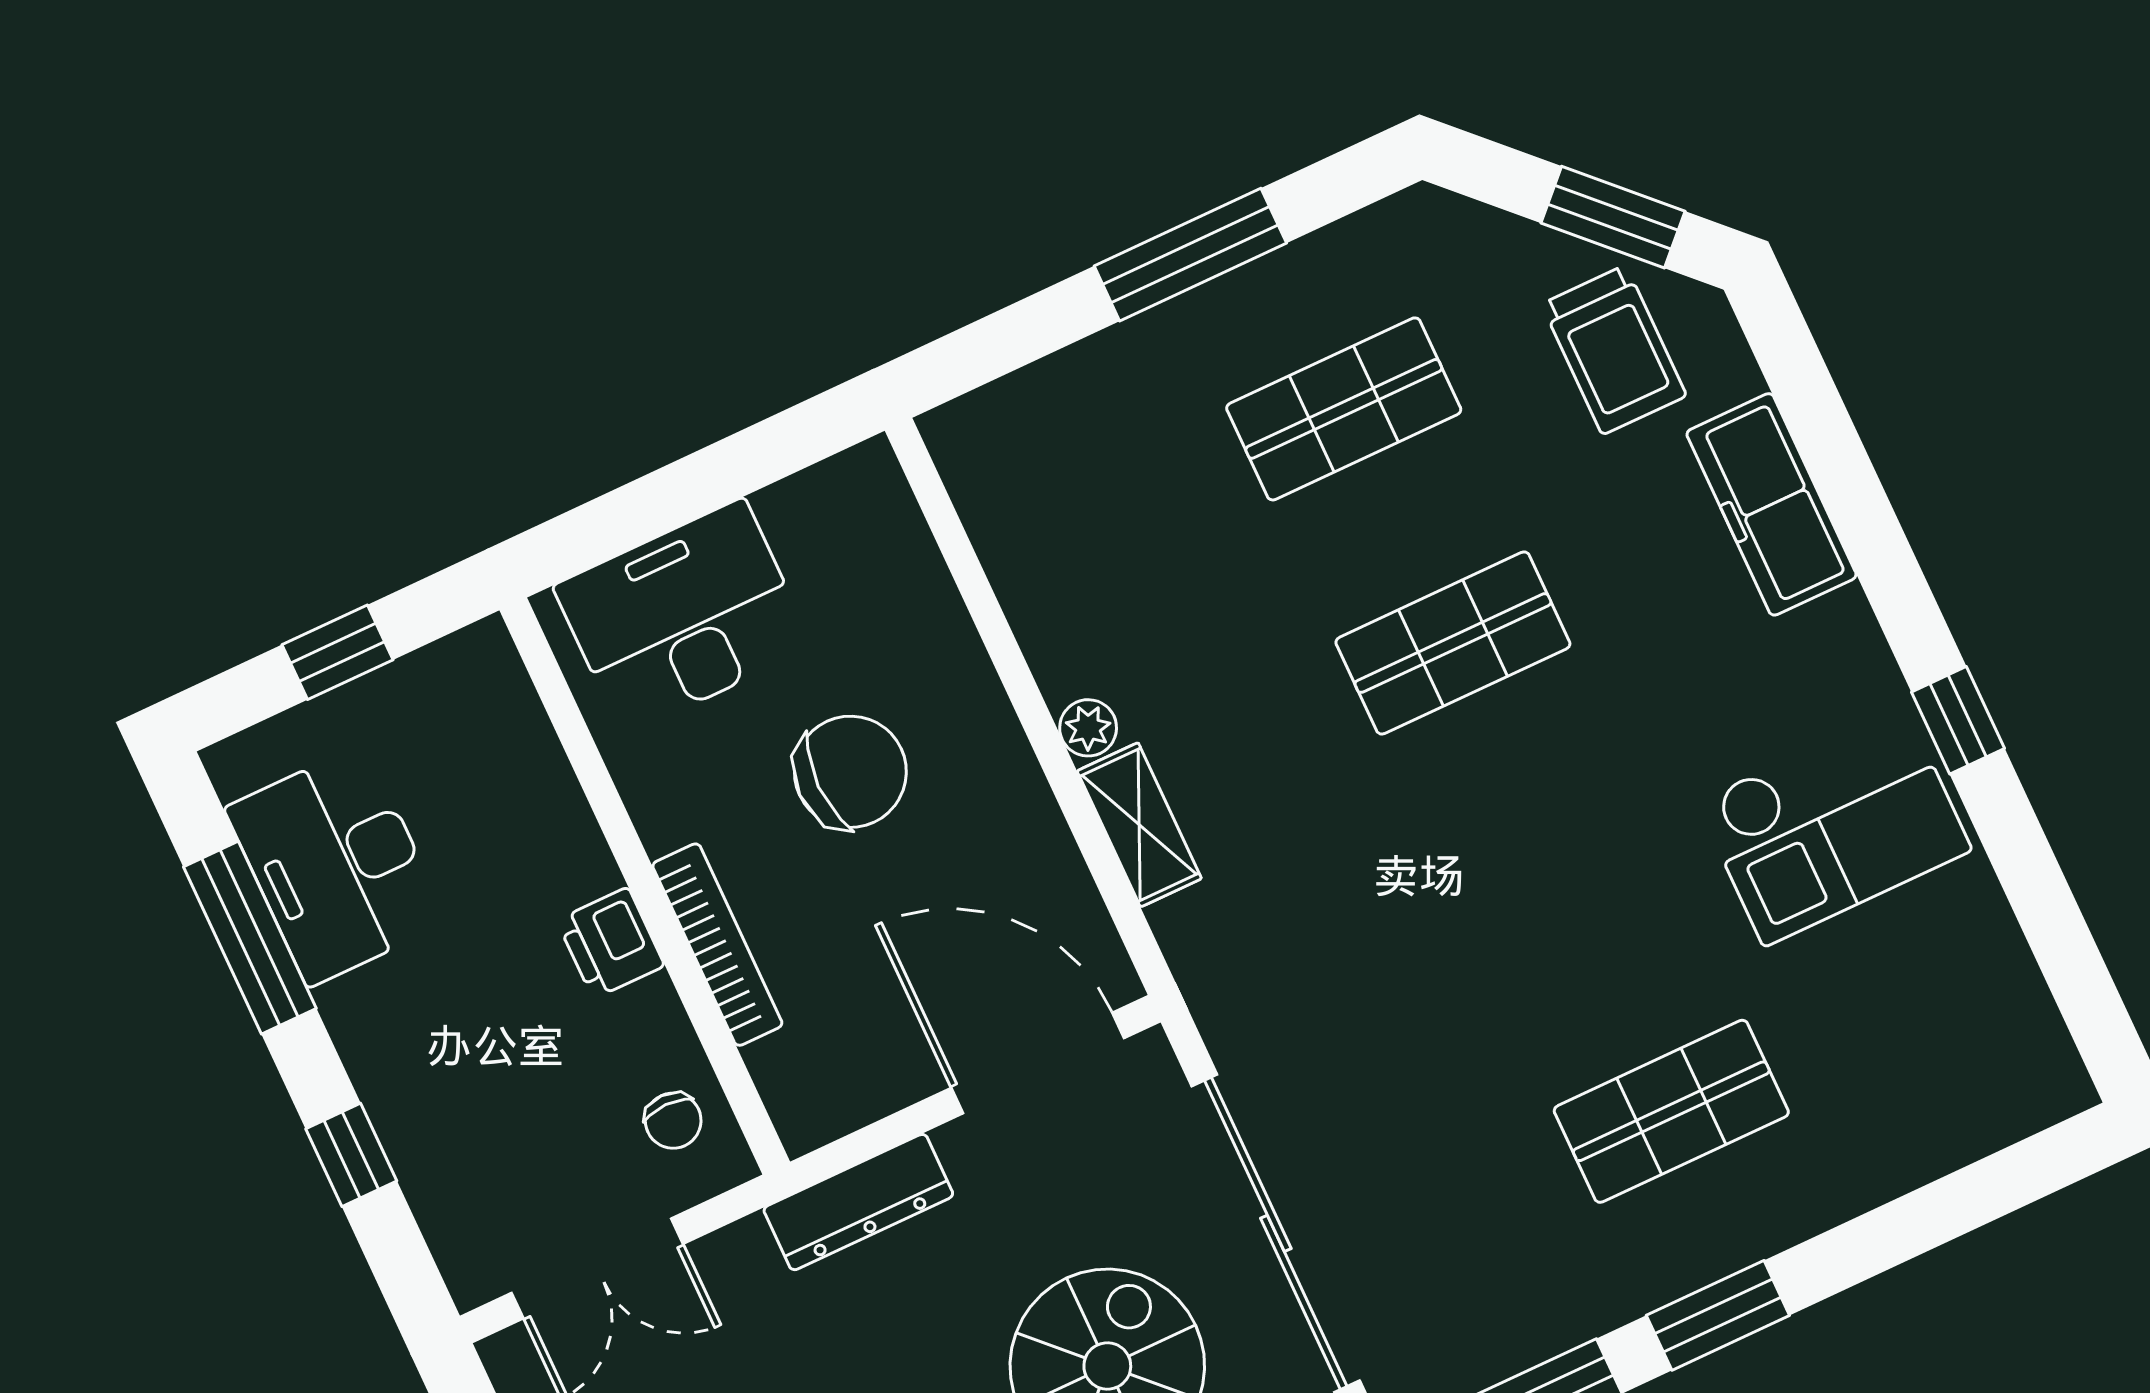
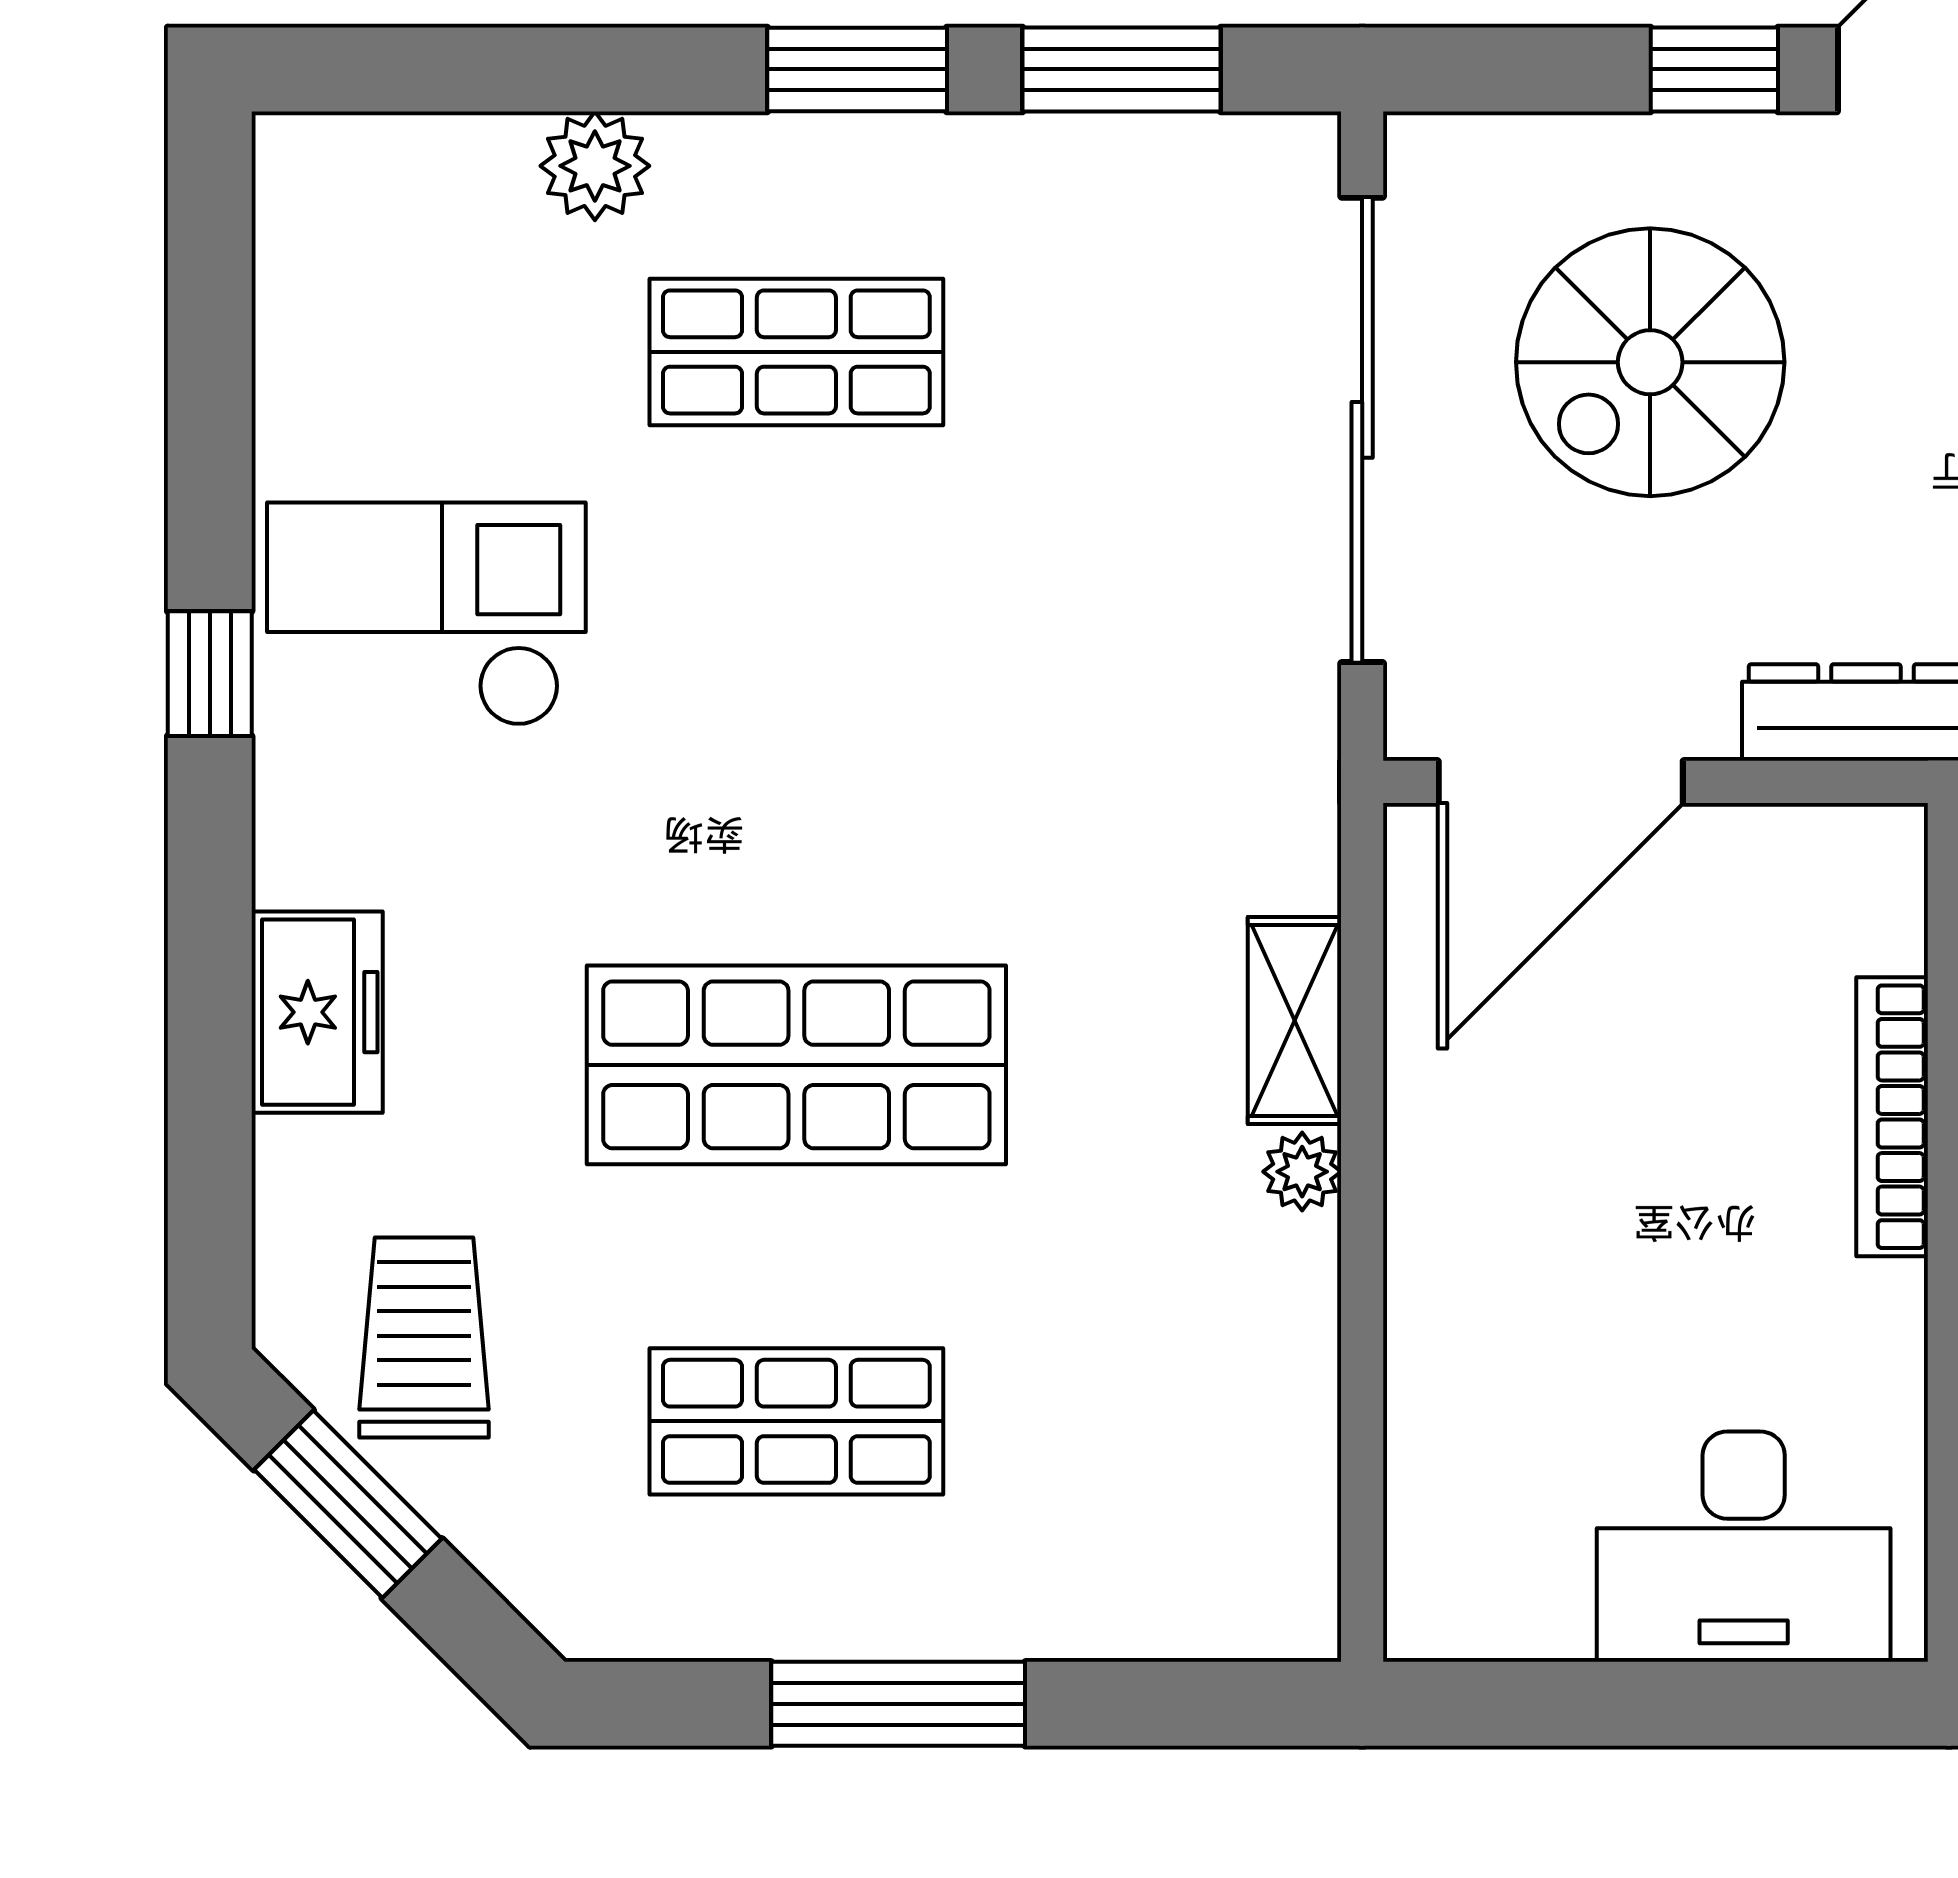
freezer: (1772, 504) -> (317, 1012), width x0.71
shop shelf: (1453, 643) -> (796, 1065), width x1.43, depth x1.36
chair: (850, 772) -> (1625, 1255), removed
door: (1038, 1063) -> (1561, 782), hinge flipped
plant: (1861, 1172) -> (595, 166), added

